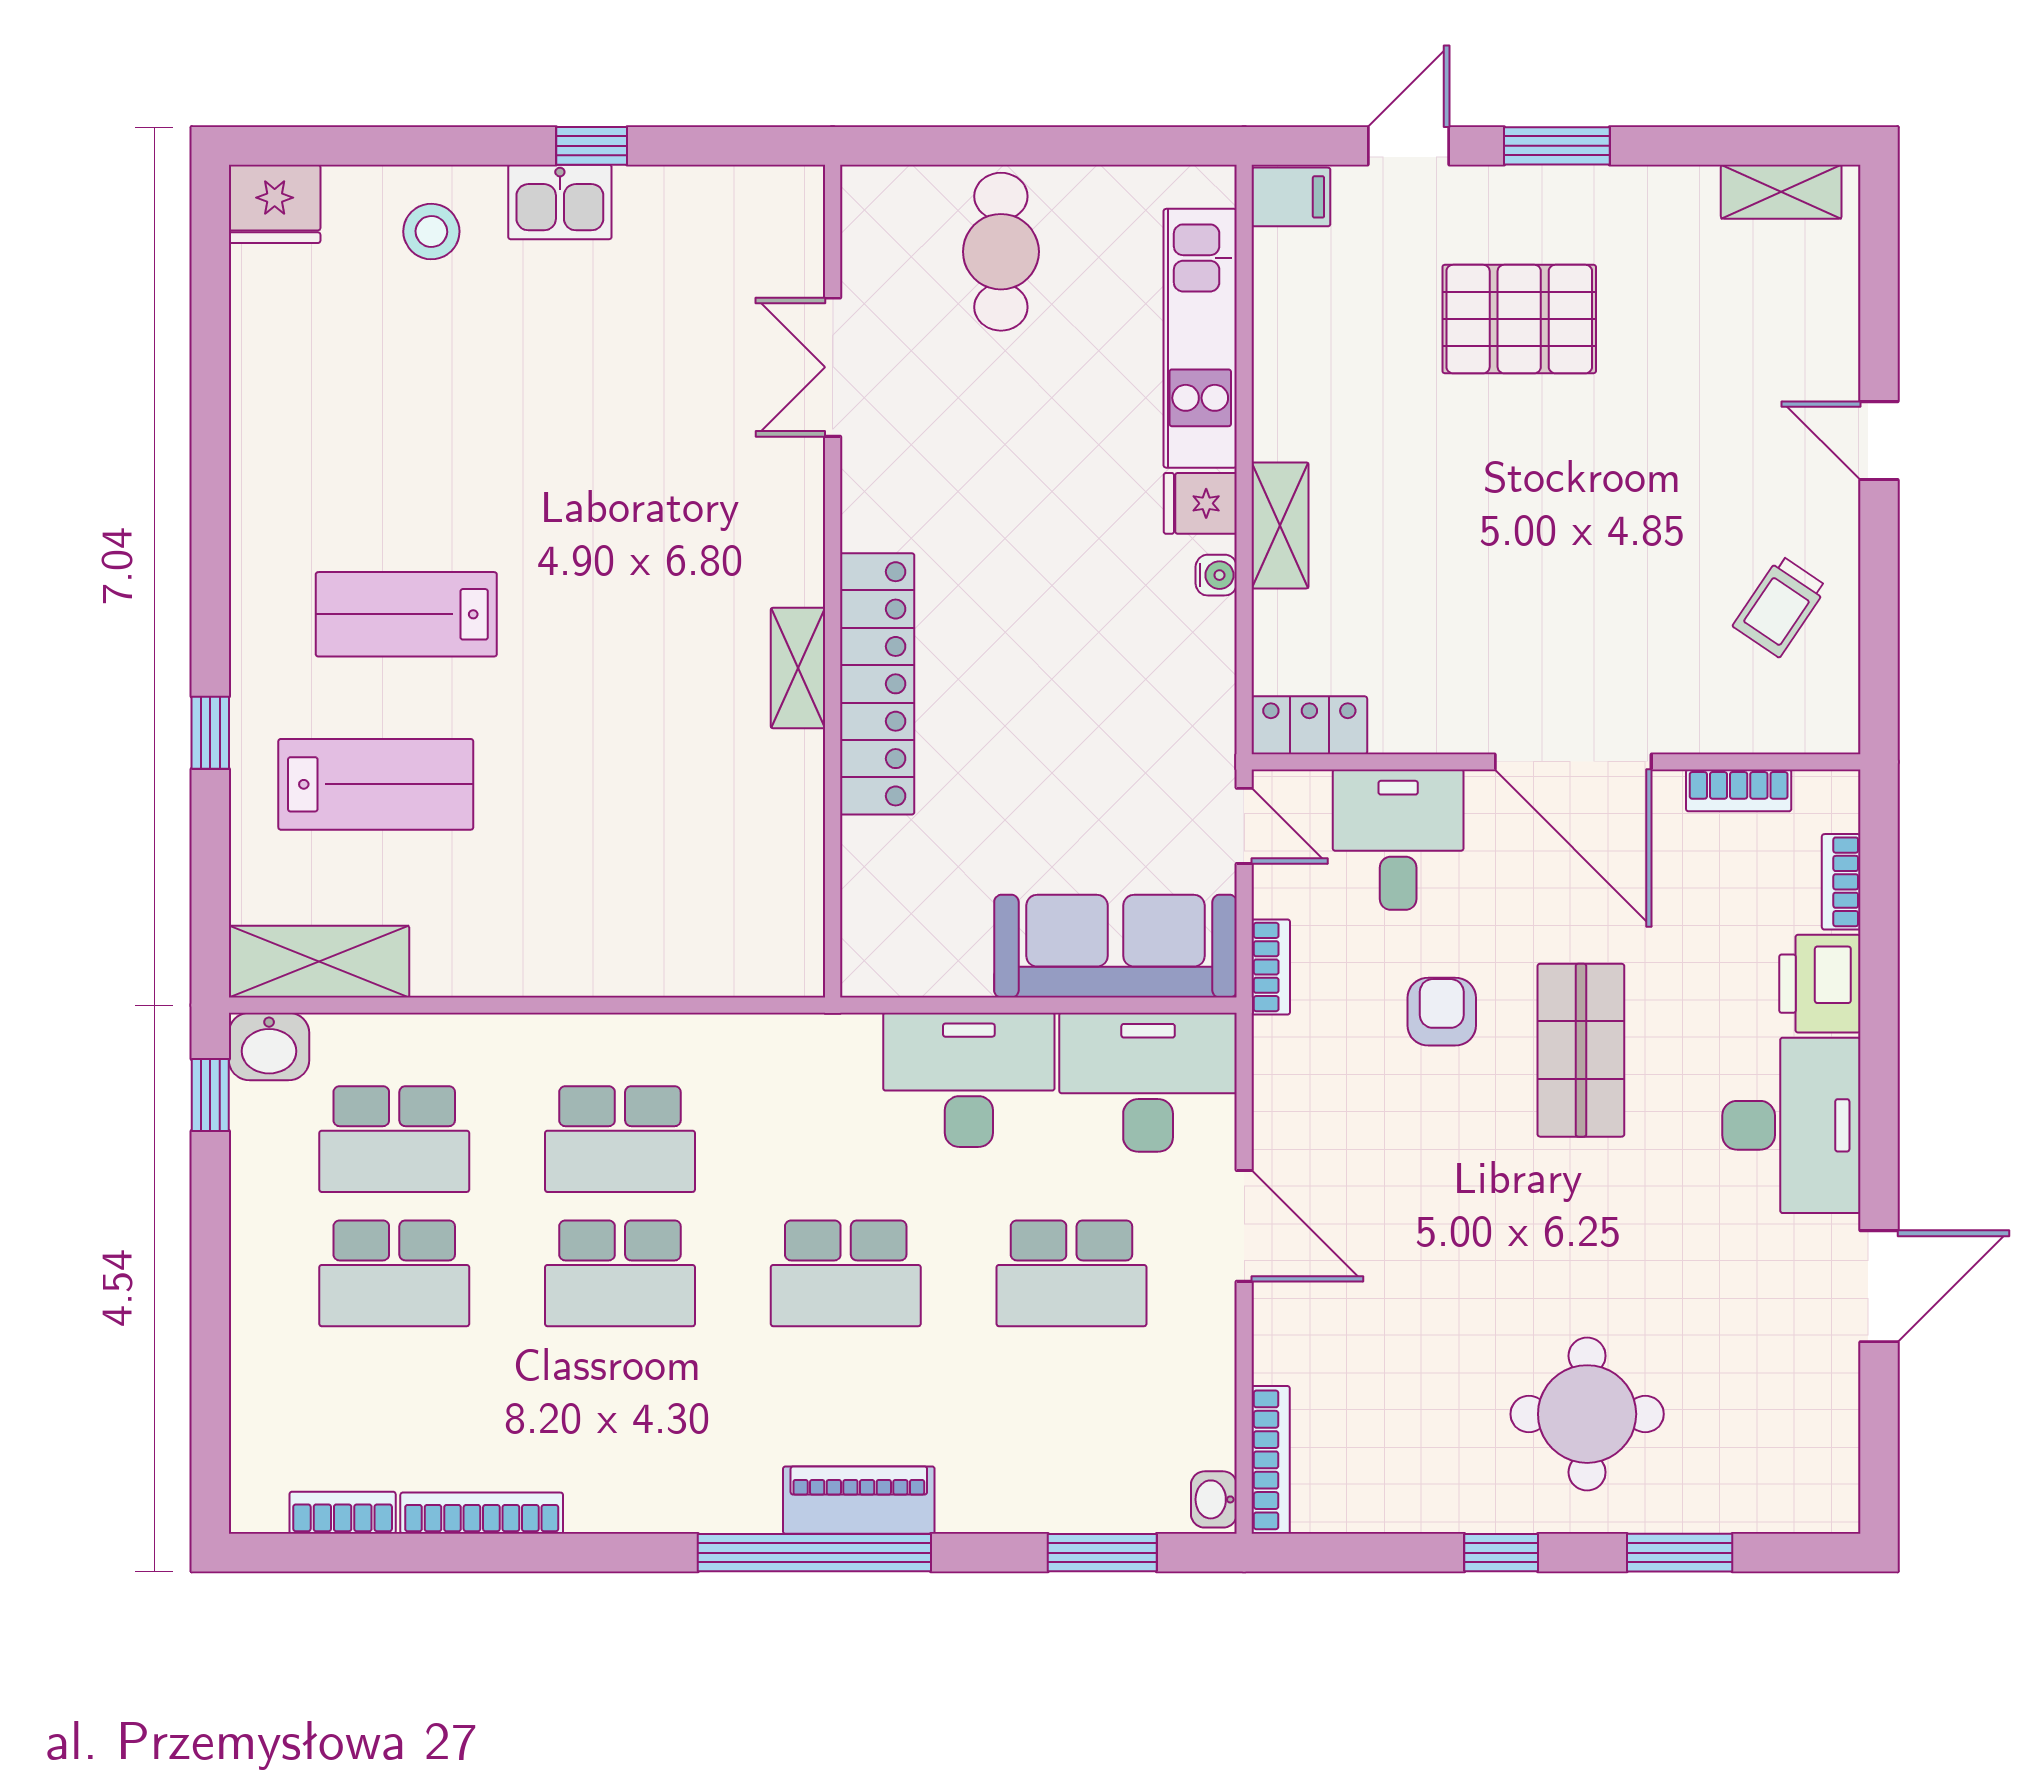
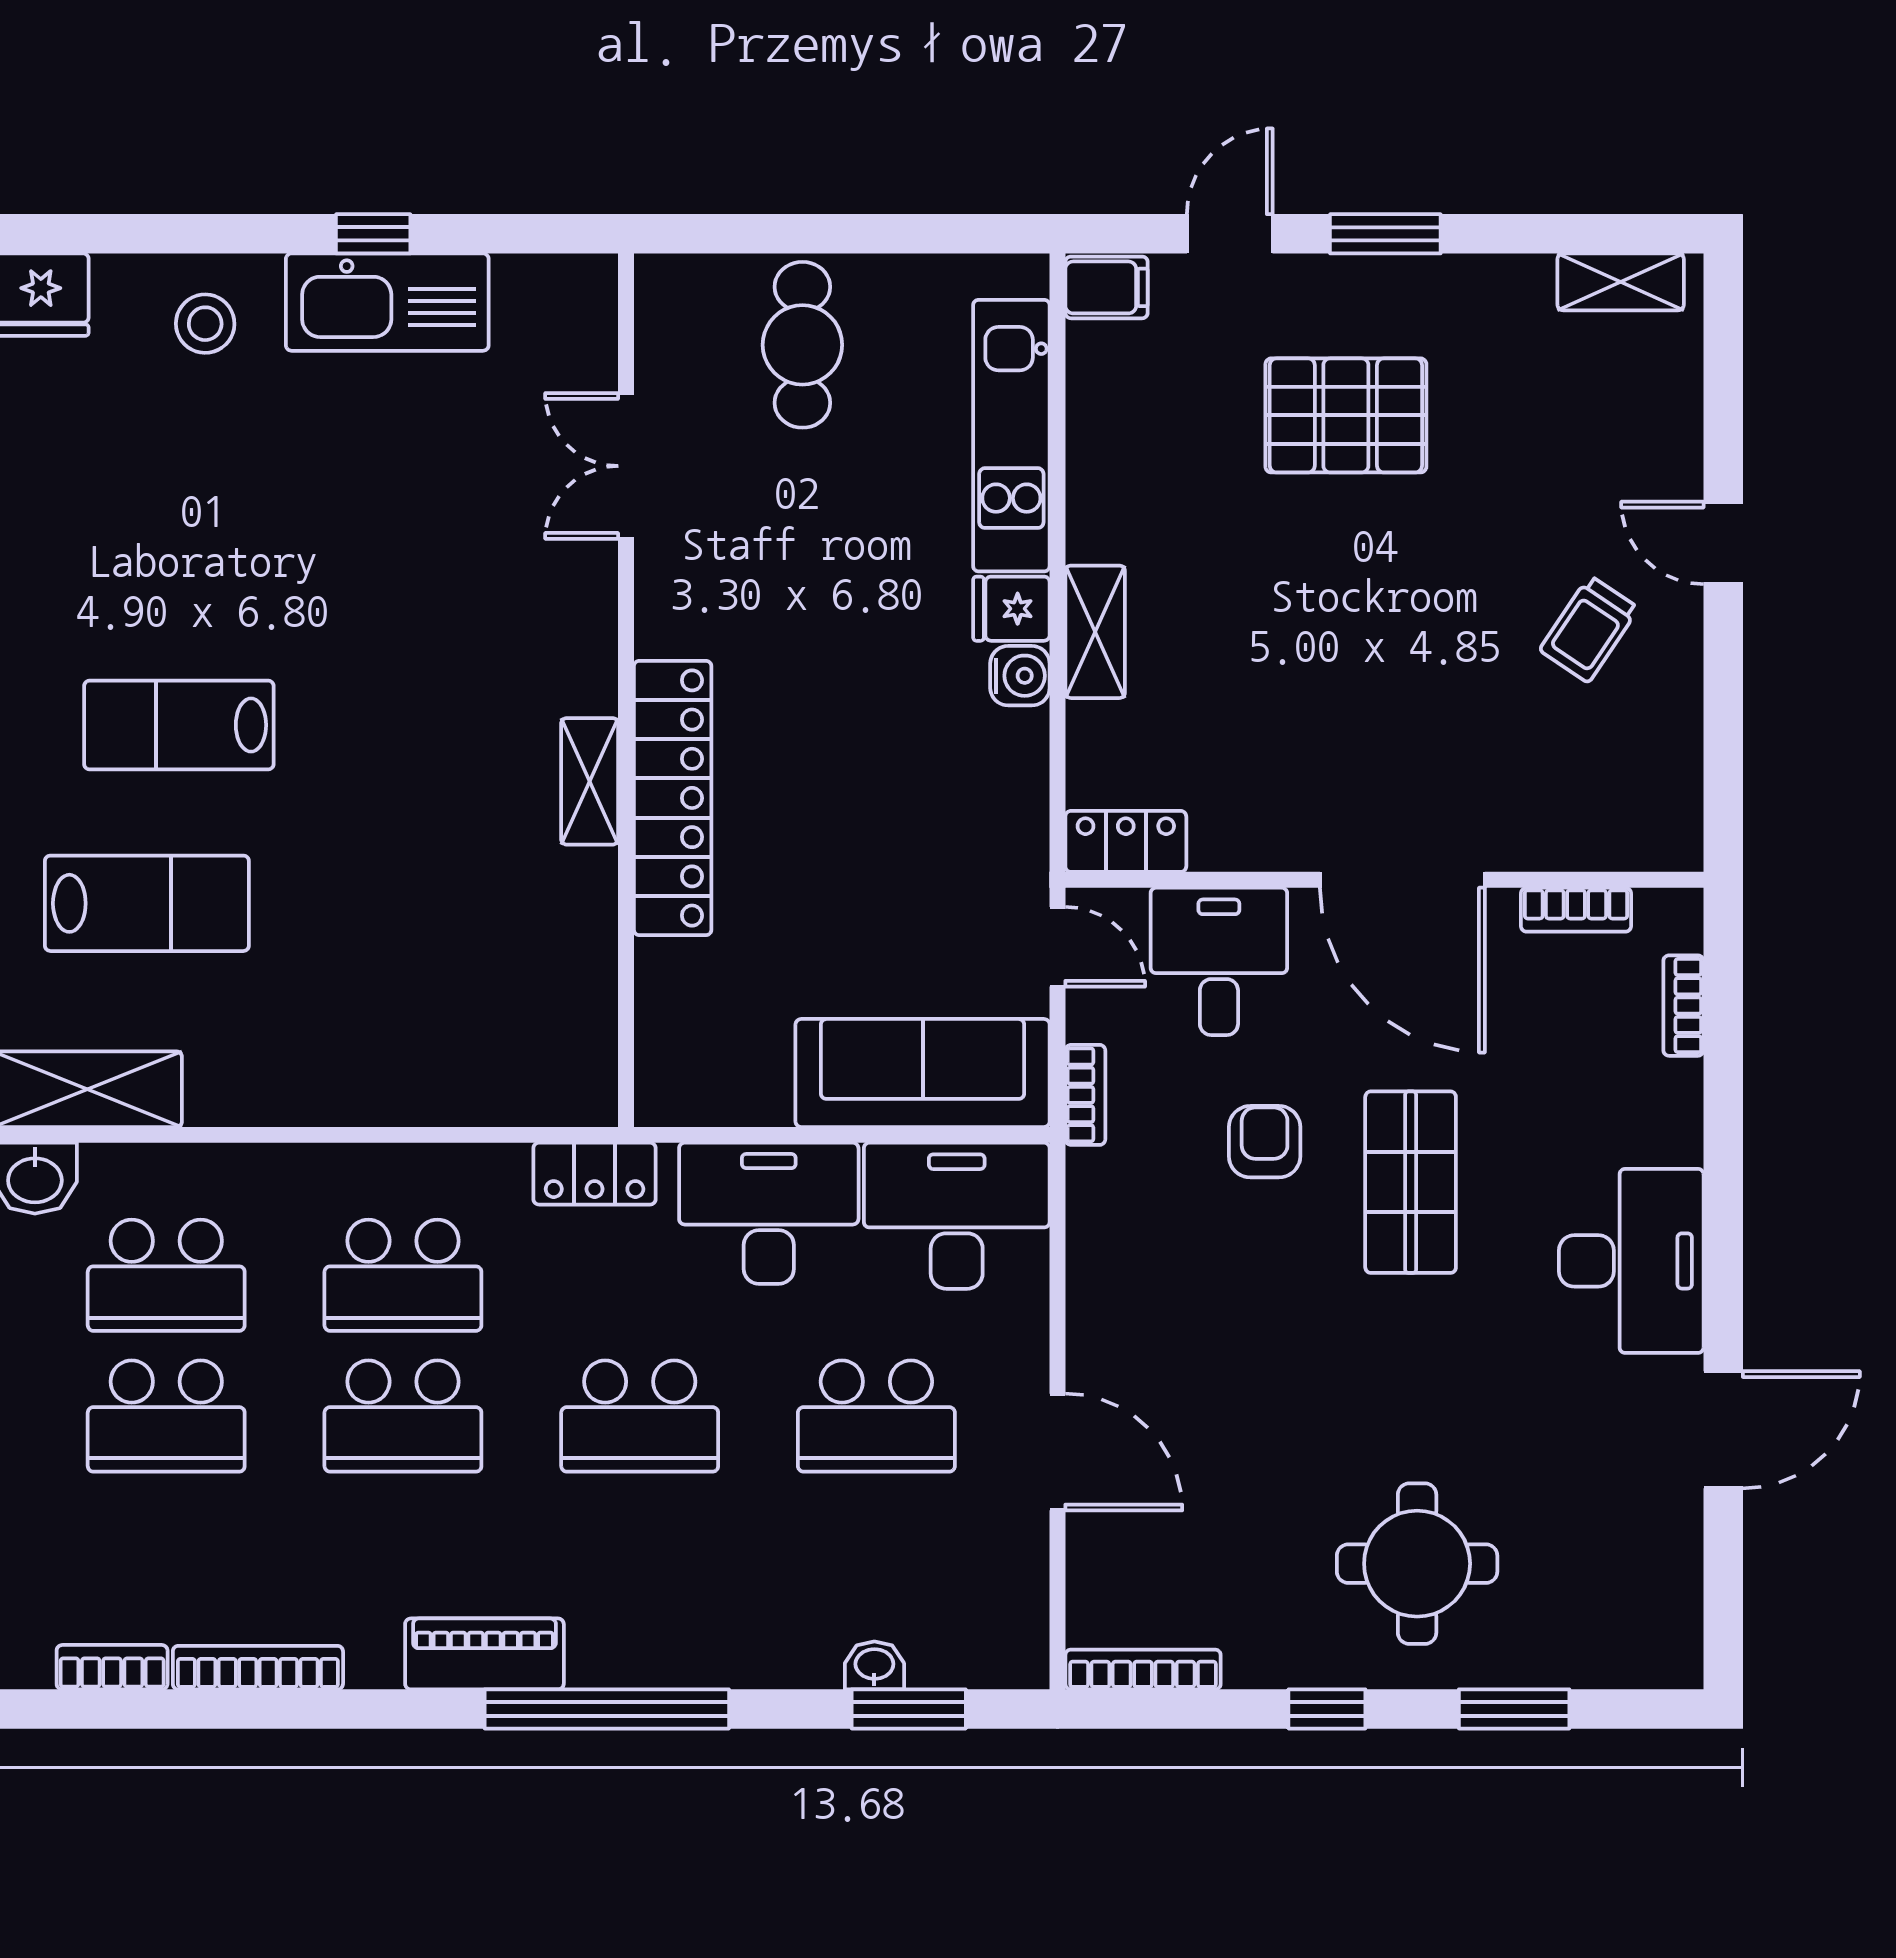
kitchen sink: (560, 202) -> (387, 302), width x1.88, depth x1.24
water cooler: (1216, 575) -> (1020, 676), width x1.38, depth x1.38
trolley: (1780, 606) -> (1589, 629), moved
printer: (1820, 984) -> (1661, 1112), removed
locker: (803, 1042) -> (595, 1174), added
door: (1244, 1226) -> (1057, 1452), moved
bookcase: (1271, 1460) -> (1143, 1669), moved, turned -90
washbasin: (1214, 1499) -> (874, 1665), moved, turned 90
piano: (859, 1500) -> (484, 1654), moved

